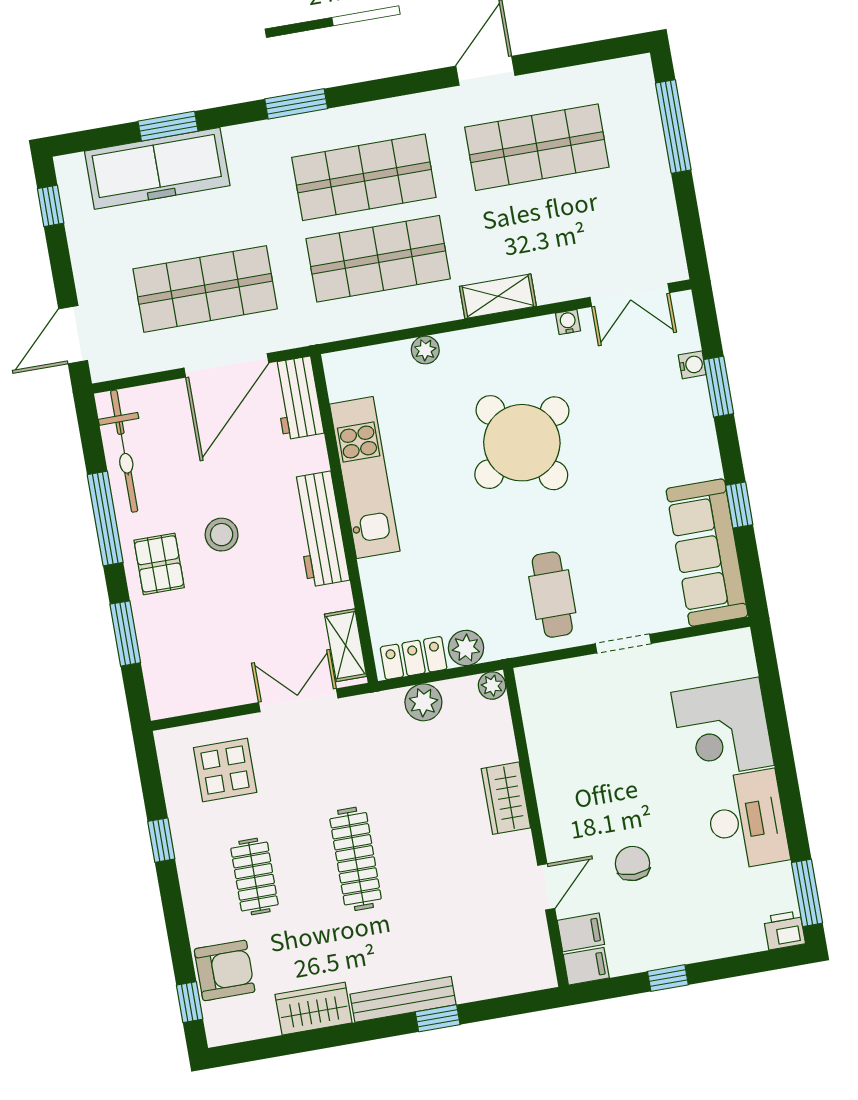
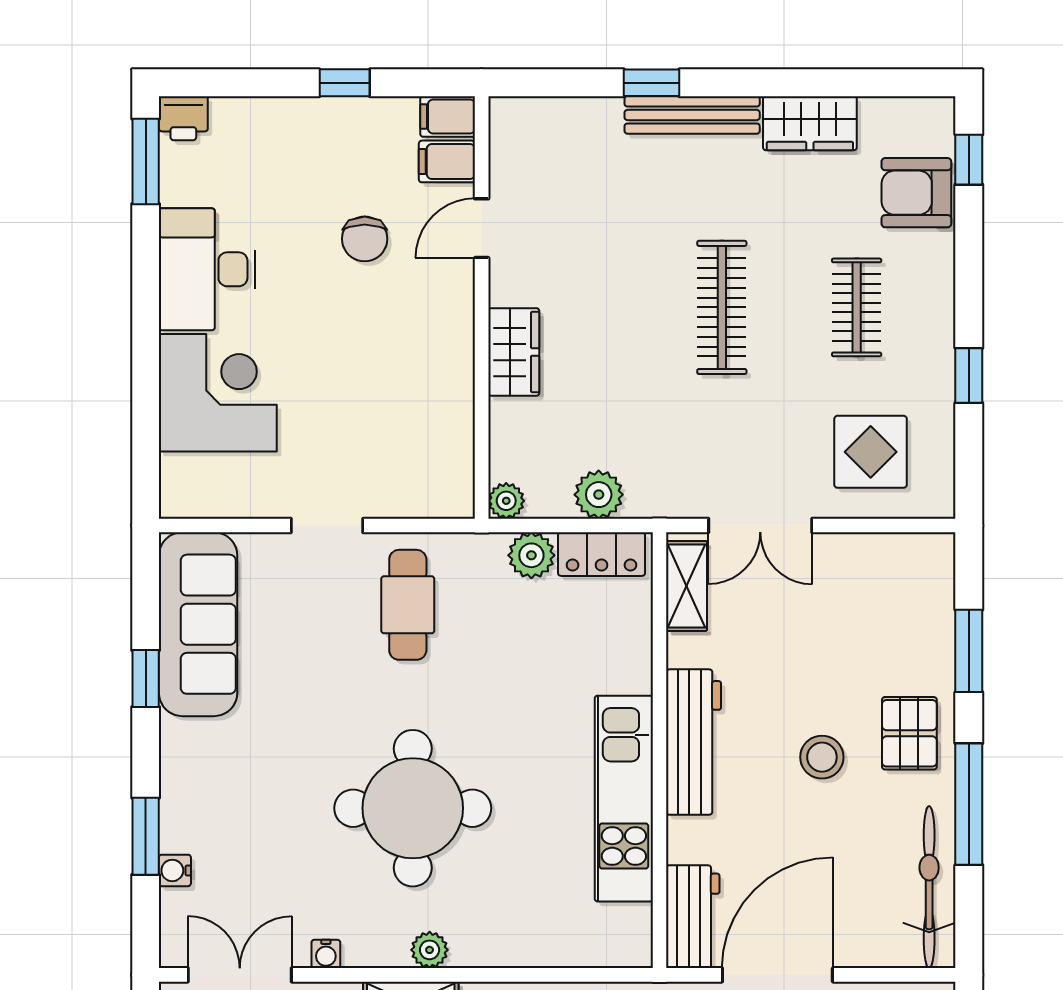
plant: (425, 350) -> (430, 950), moved
round table: (522, 443) -> (413, 808), turned 34

